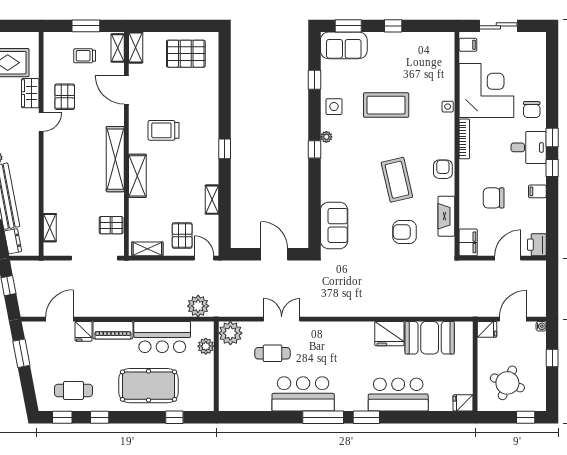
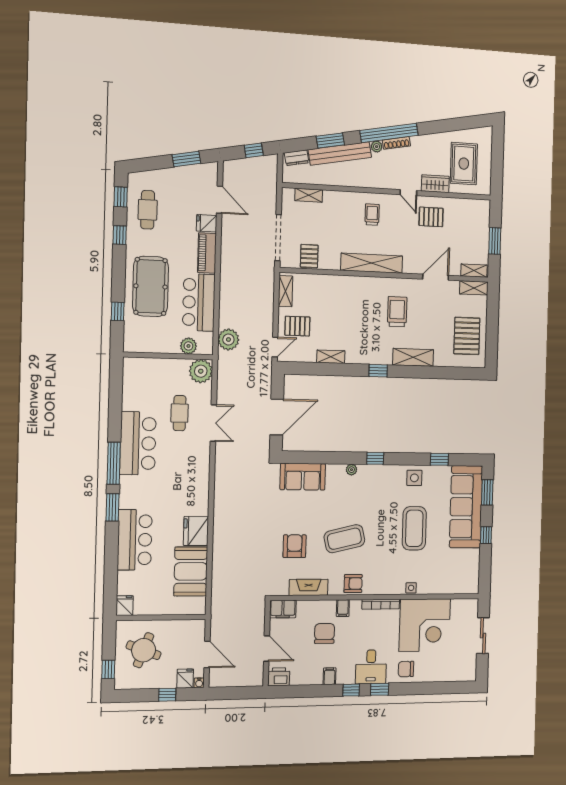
sofa: (344, 45) -> (466, 507), width x1.85, depth x1.27
filing cabinet: (468, 45) -> (343, 608), moved
trolley: (85, 56) -> (372, 215), moved
plant: (326, 137) -> (351, 470), moved
shelving: (137, 176) -> (413, 357), moved
door: (274, 254) -> (277, 417), width x1.36
fridge: (487, 329) -> (185, 679), moved, turned 180

